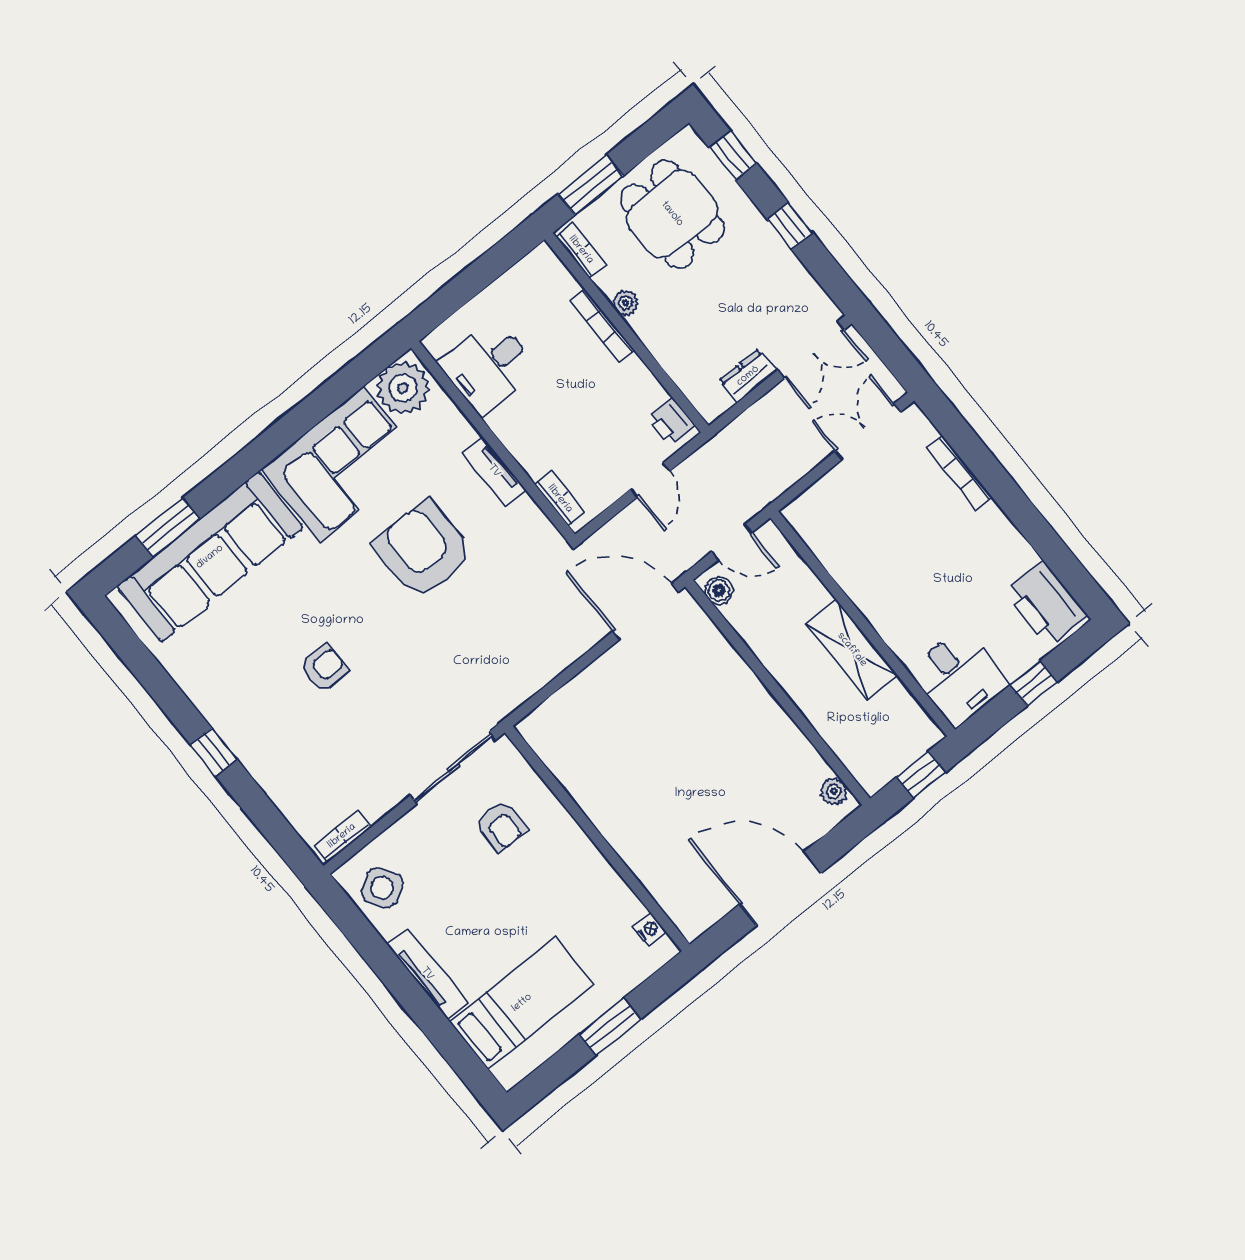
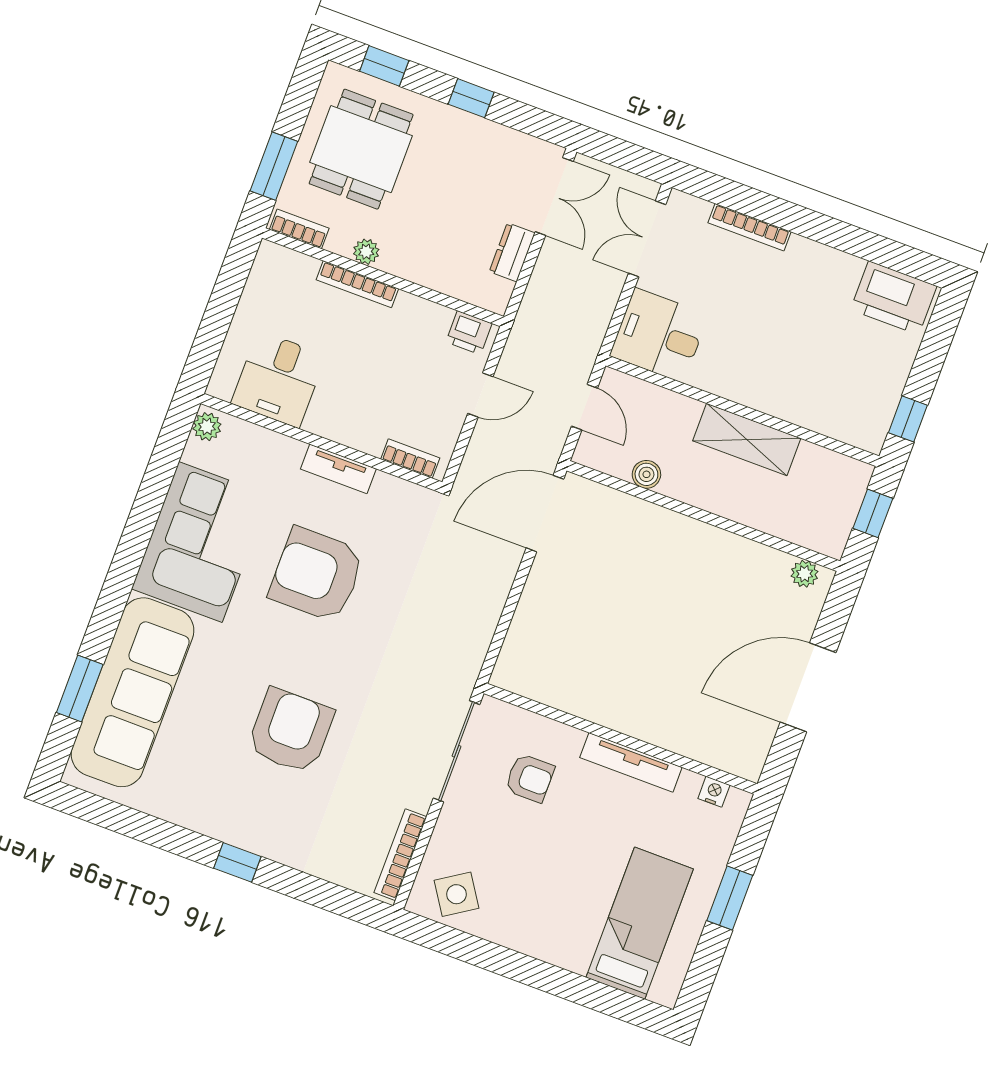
dining table: (672, 214) -> (361, 149), turned 90
plant: (403, 388) -> (207, 427), width x0.53, depth x0.53
door: (650, 480) -> (480, 395), hinge flipped
door: (732, 542) -> (585, 407), hinge flipped
boiler: (719, 590) -> (646, 474), moved
armchair: (324, 668) -> (291, 731), width x1.88, depth x1.88
desk: (959, 677) -> (659, 335), moved, turned 180
window: (1034, 683) -> (908, 419), moved
bookcase: (342, 836) -> (400, 855), width x1.56
tv unit: (427, 974) -> (631, 762), moved, turned 180

